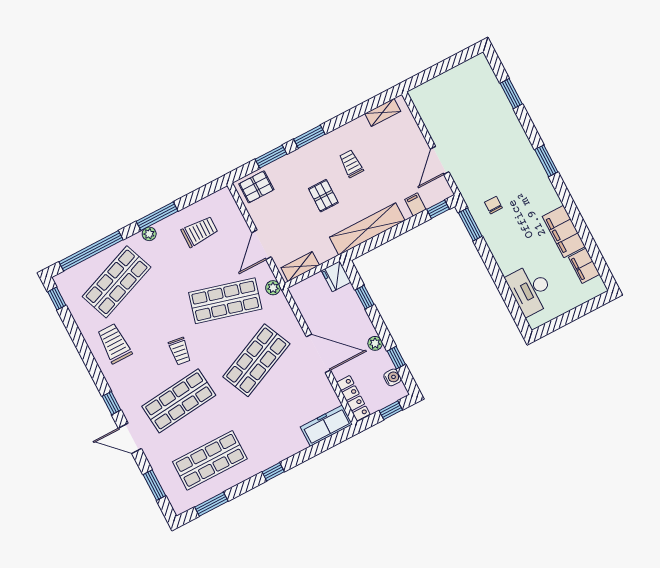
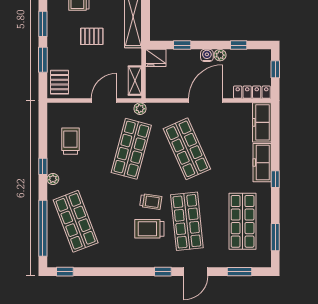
window: (157, 216) -> (43, 166), width x0.46
door: (262, 245) -> (104, 101), swing flipped
trolley: (114, 344) -> (149, 229), moved
water cooler: (392, 377) -> (207, 55), moved
freezer: (284, 448) -> (262, 163), added

